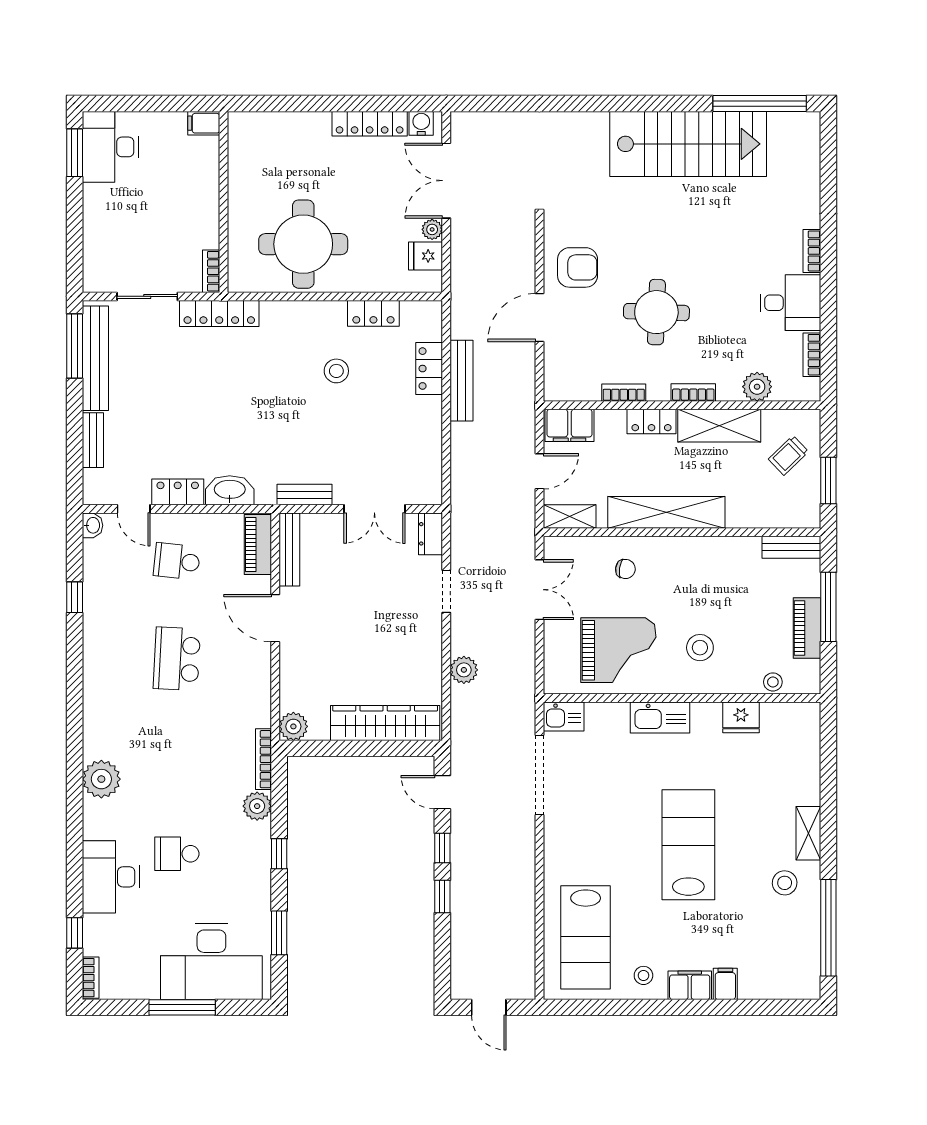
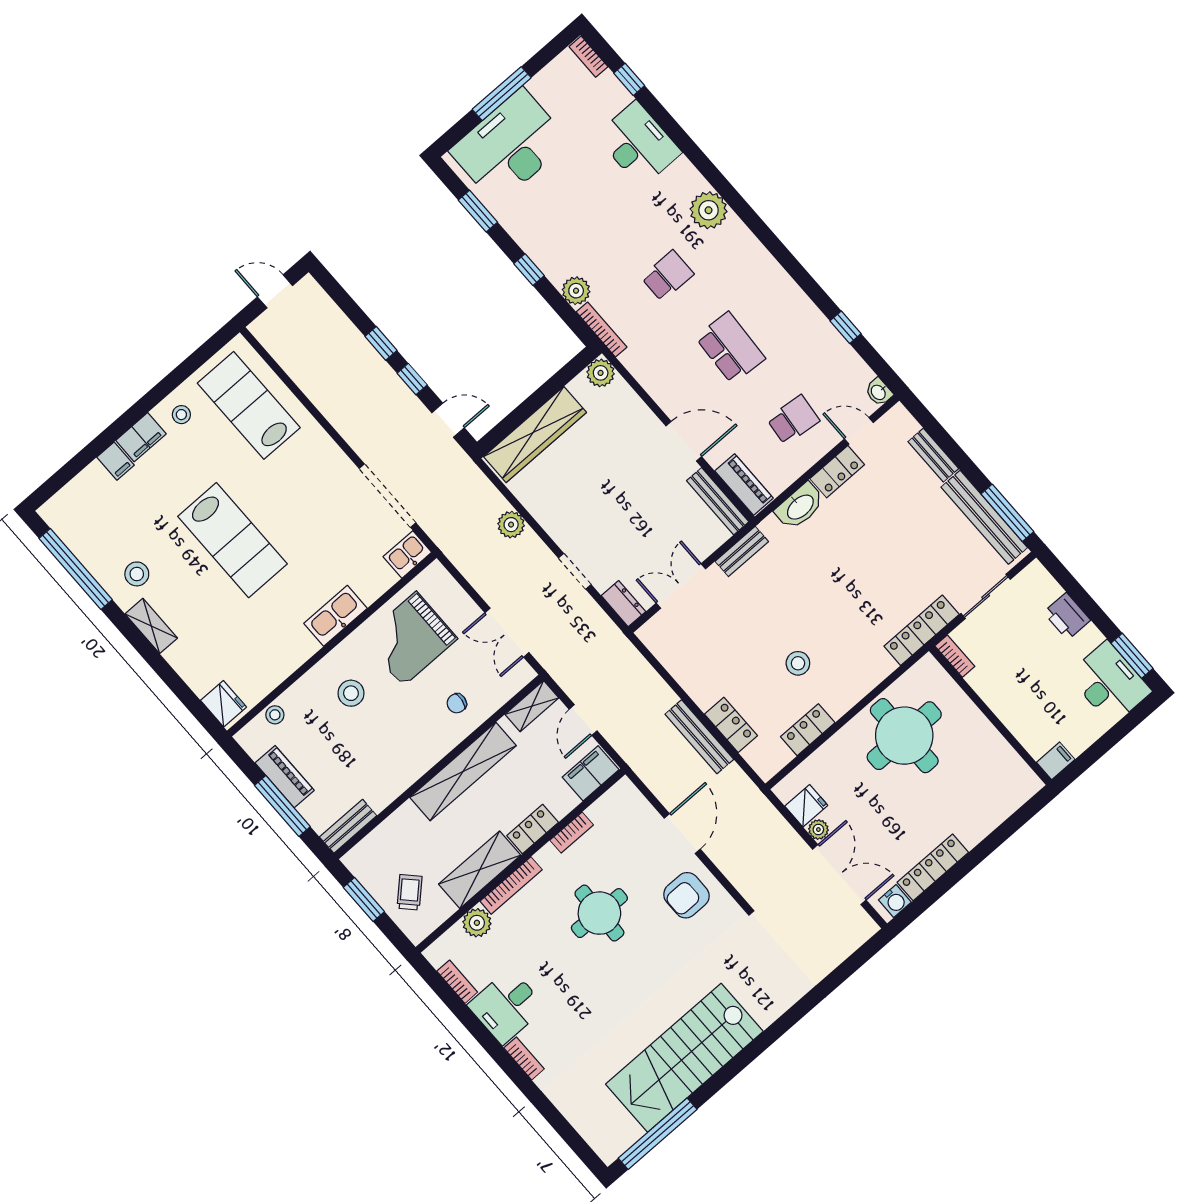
printer: (98, 227) -> (1067, 616), added
bookcase: (693, 393) -> (511, 885), width x1.56
fridge: (741, 717) -> (224, 704), moved, turned 90
school desk: (177, 854) -> (667, 276), moved

